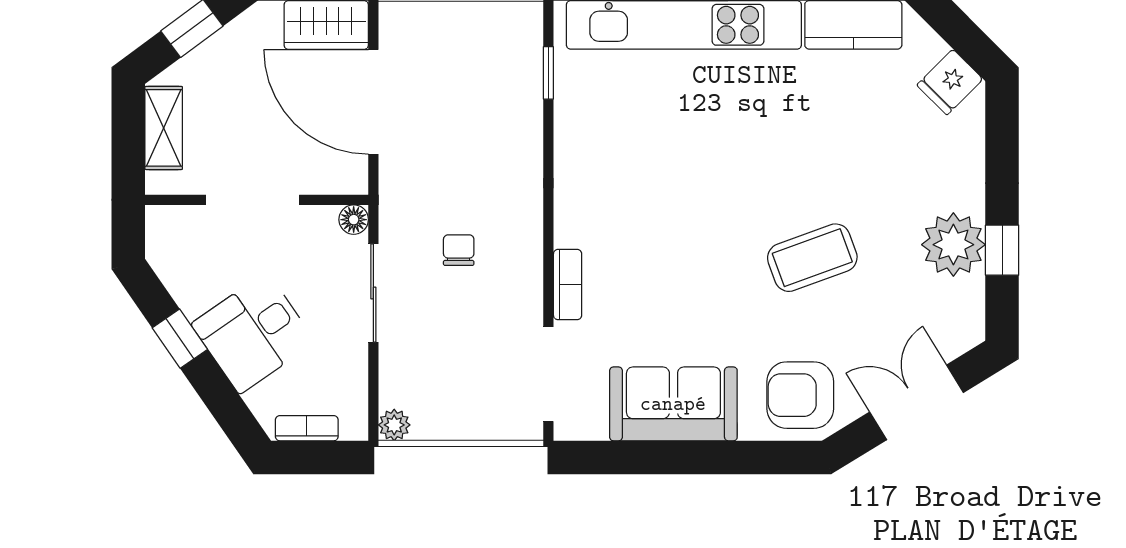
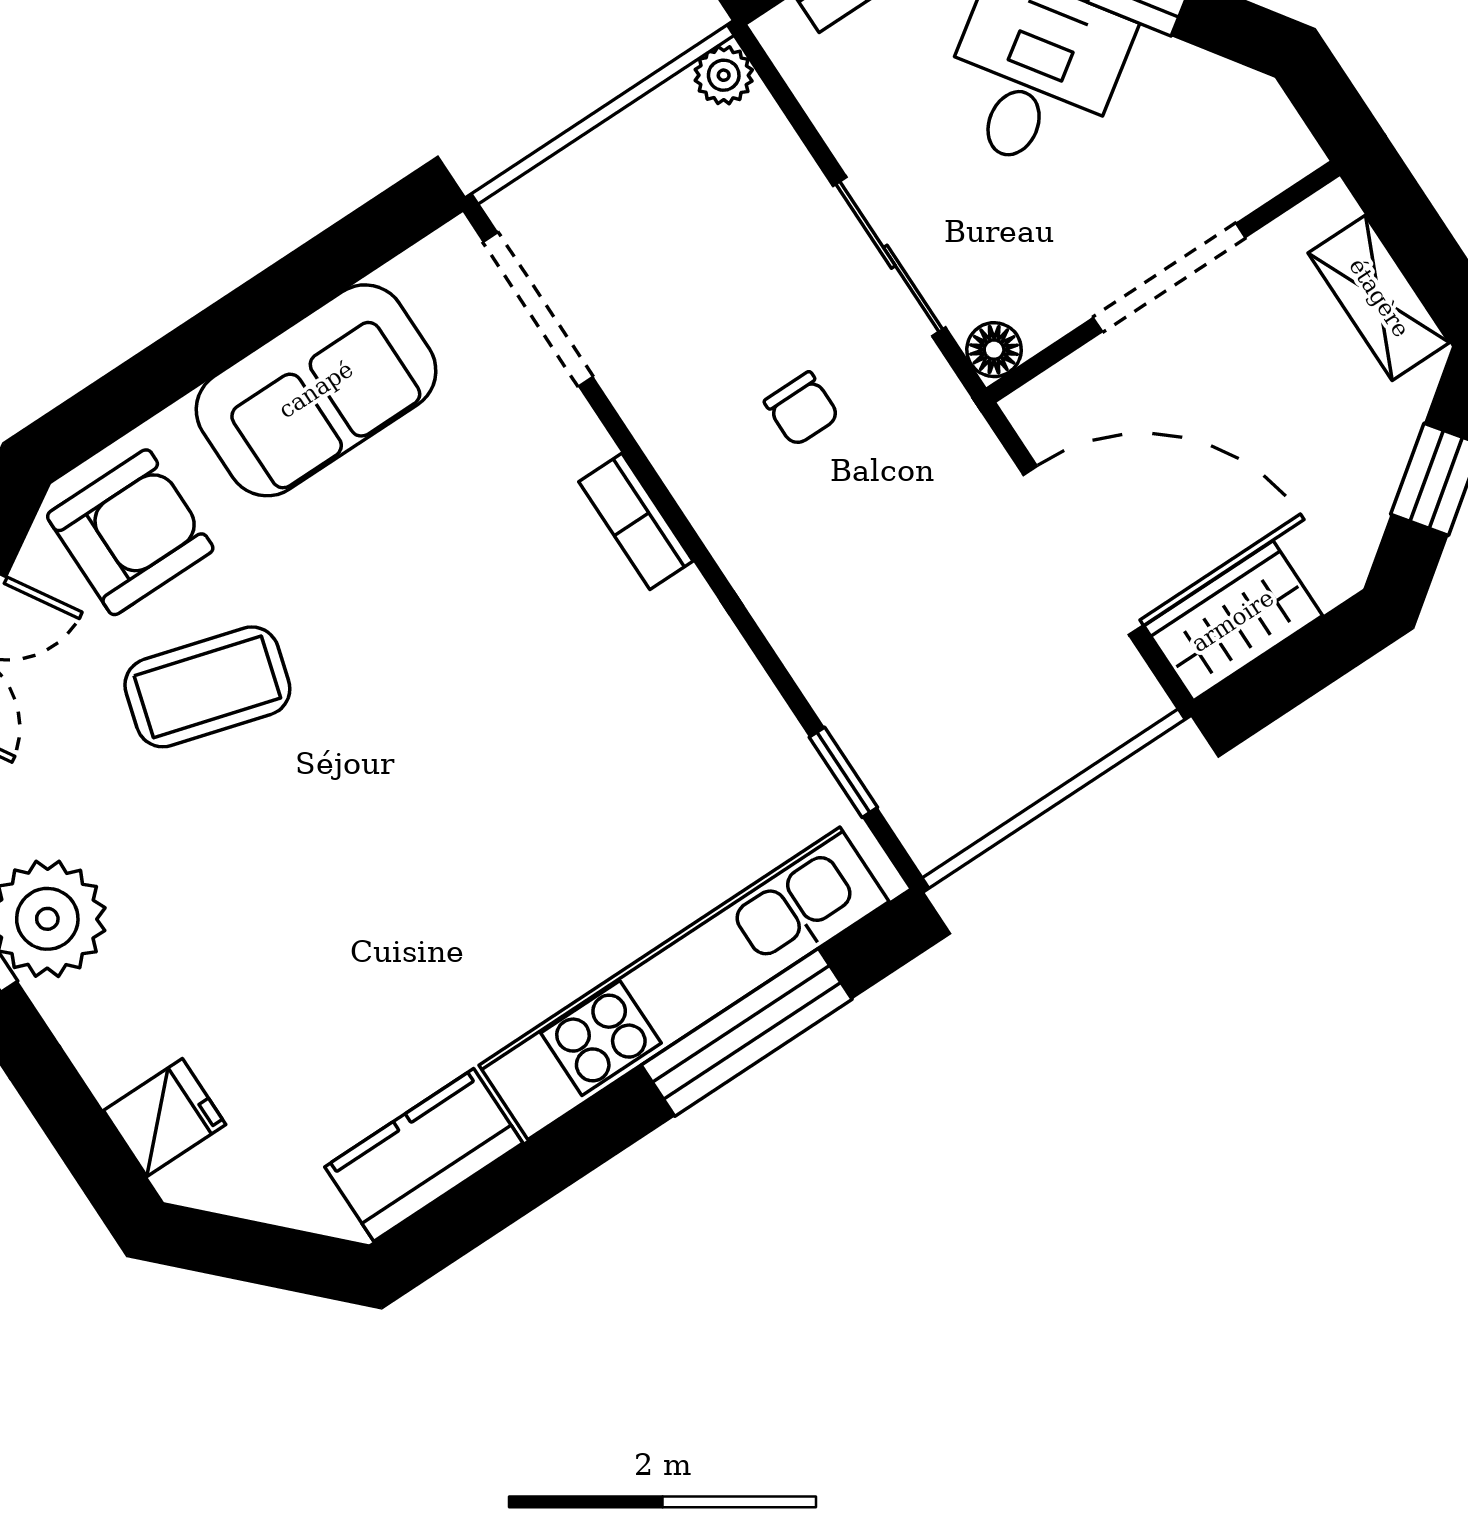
fridge: (950, 82) -> (165, 1118), moved, turned 45
coffee table: (812, 258) -> (207, 687), moved, turned 36
bookcase: (568, 285) -> (636, 521), moved

